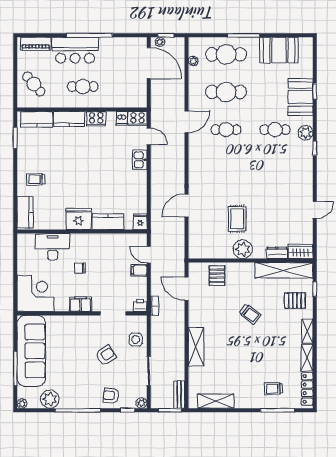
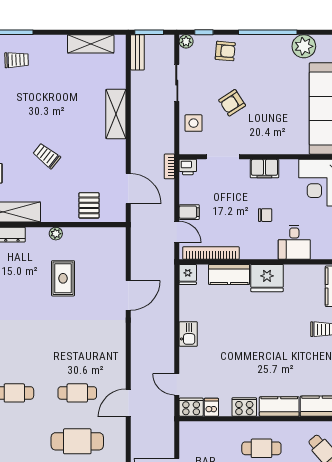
kitchen sink: (140, 160) -> (188, 334), moved
bookcase: (122, 238) -> (211, 253), added
desk: (53, 247) -> (294, 242), width x0.73
plant: (243, 249) -> (56, 234), width x0.53, depth x0.53

